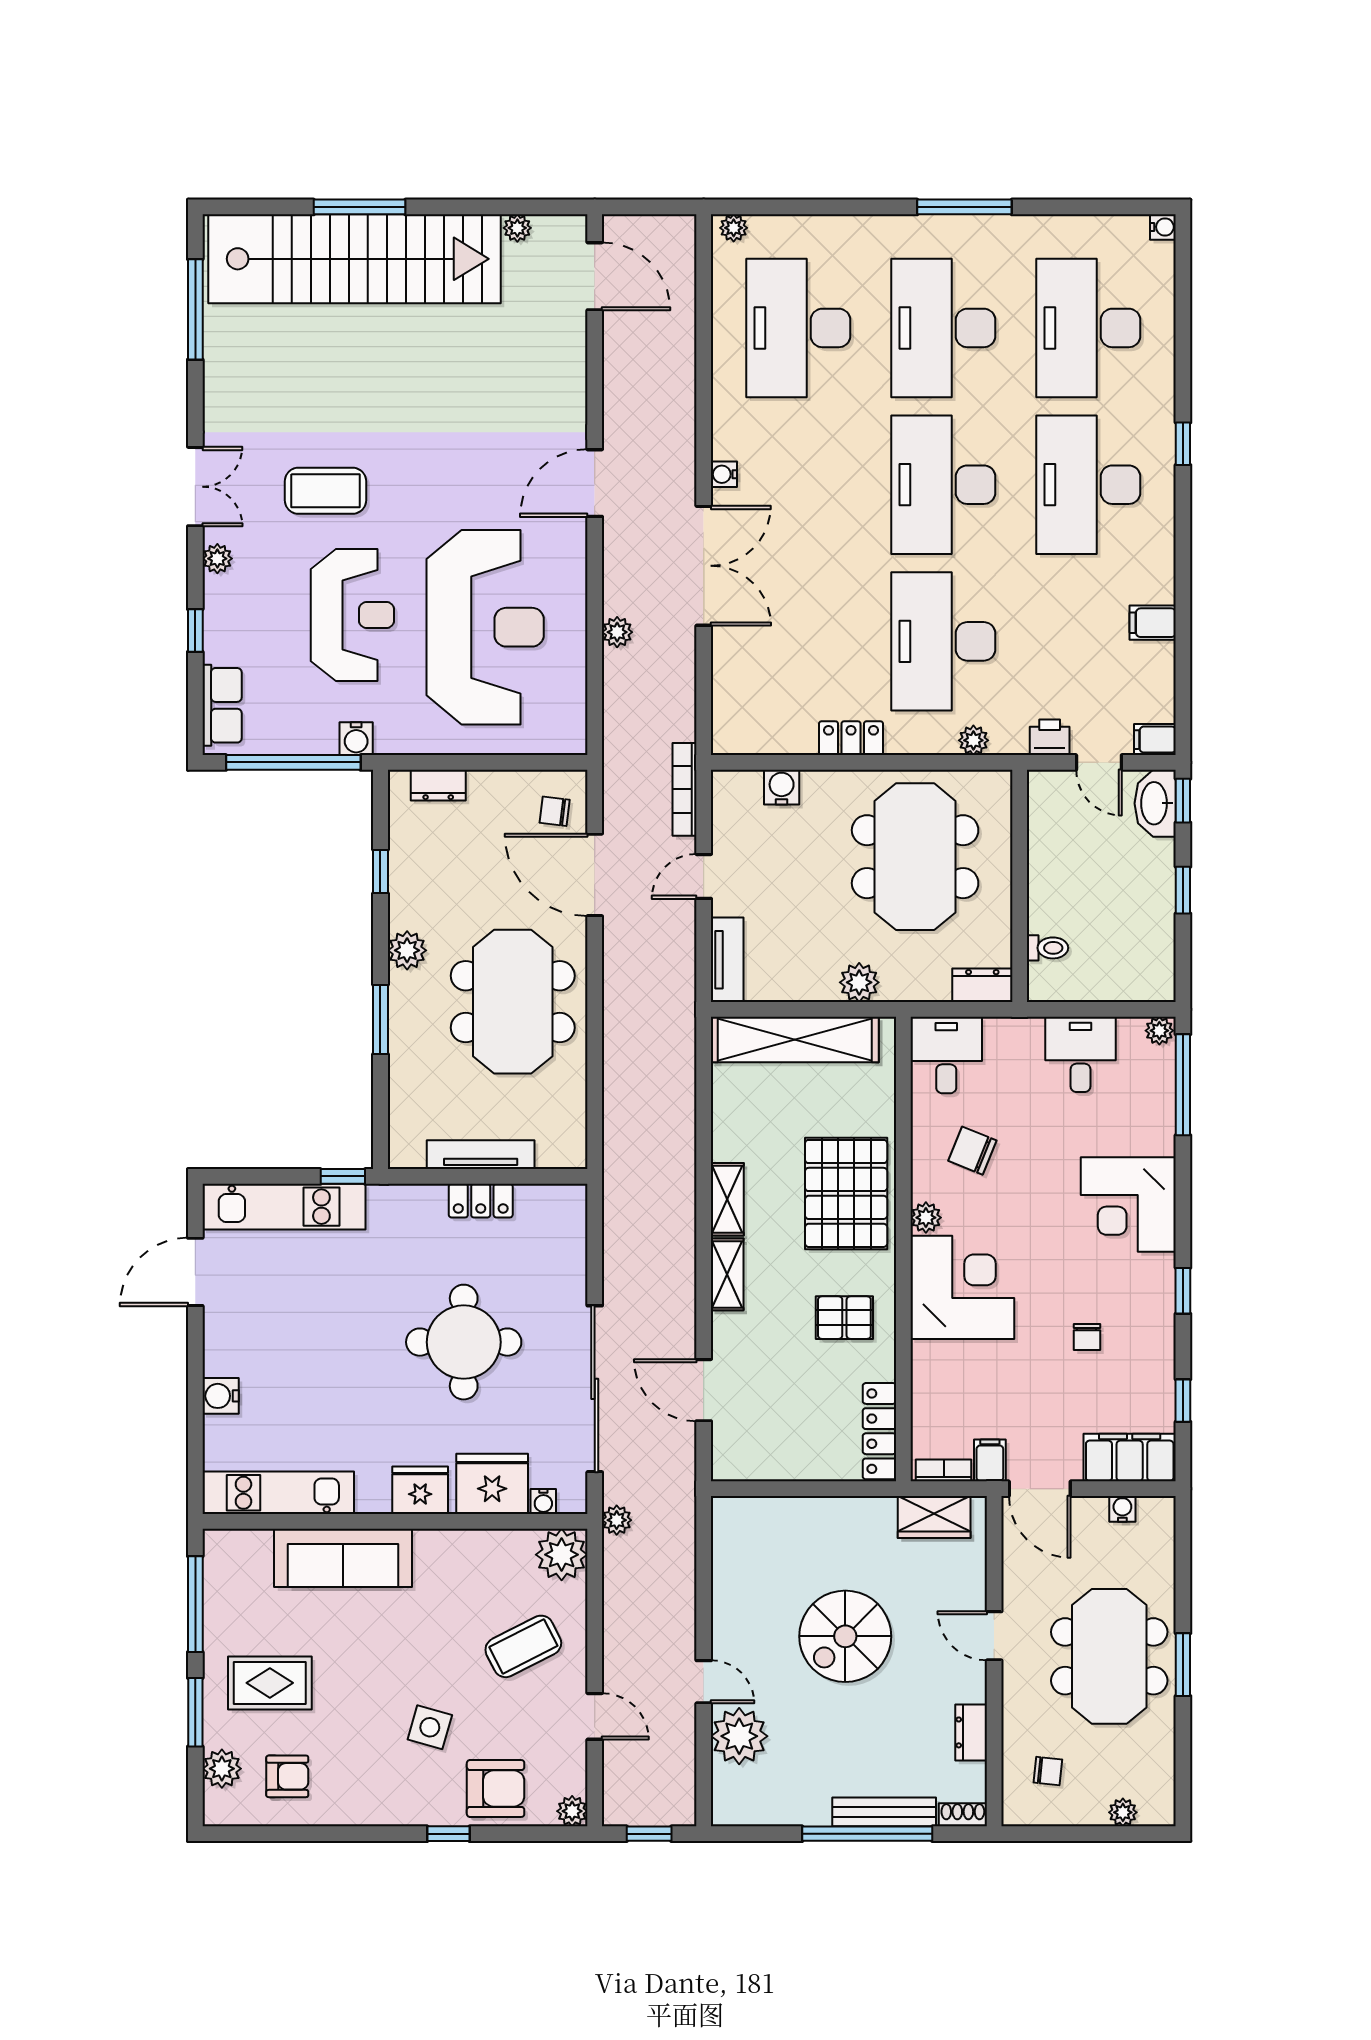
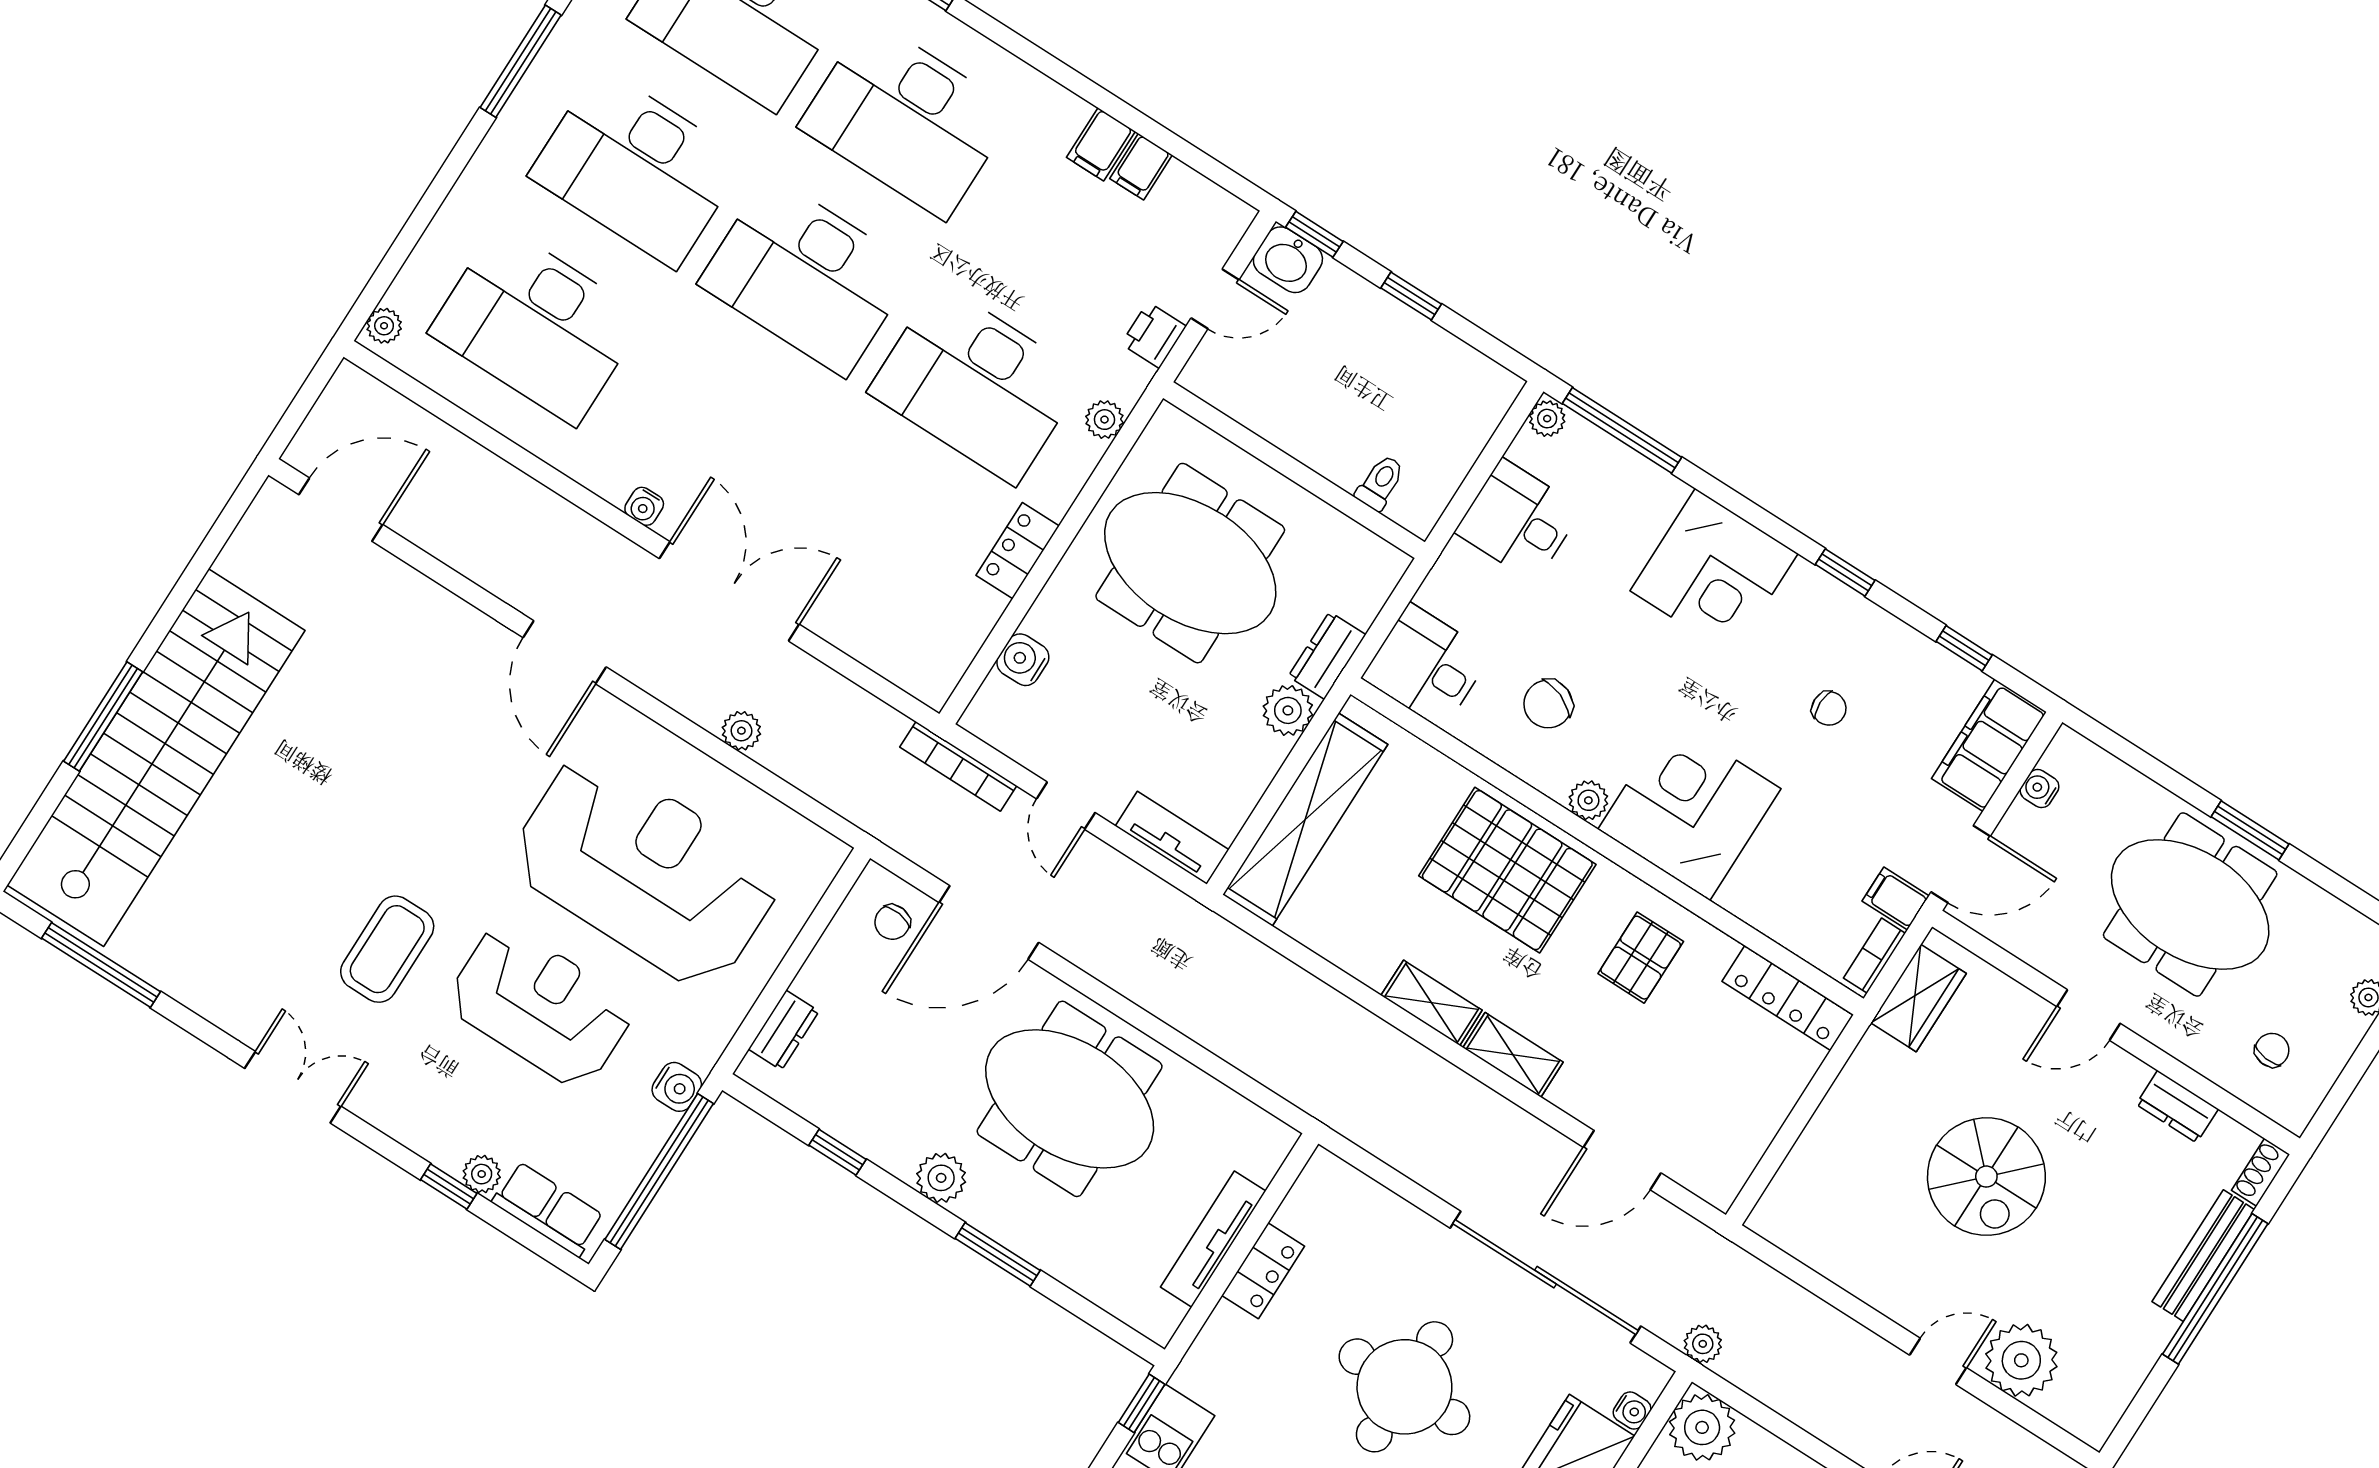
plant: (517, 228) -> (235, 560), removed
plant: (217, 559) -> (482, 1174), moved
filing cabinet: (1155, 740) -> (1141, 167), moved
washbasin: (1155, 803) -> (1288, 260), width x0.72
dresser: (982, 985) -> (1327, 656), moved

